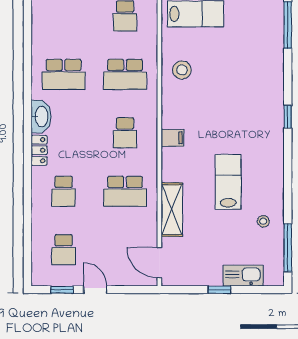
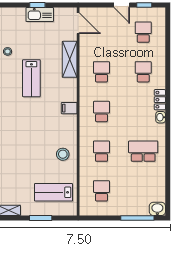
school desk: (125, 74) -> (101, 151), width x0.54
washbasin: (41, 117) -> (161, 117), width x0.52, depth x0.69
school desk: (125, 191) -> (101, 72), width x0.54
kitchen sink: (243, 276) -> (40, 15), moved

